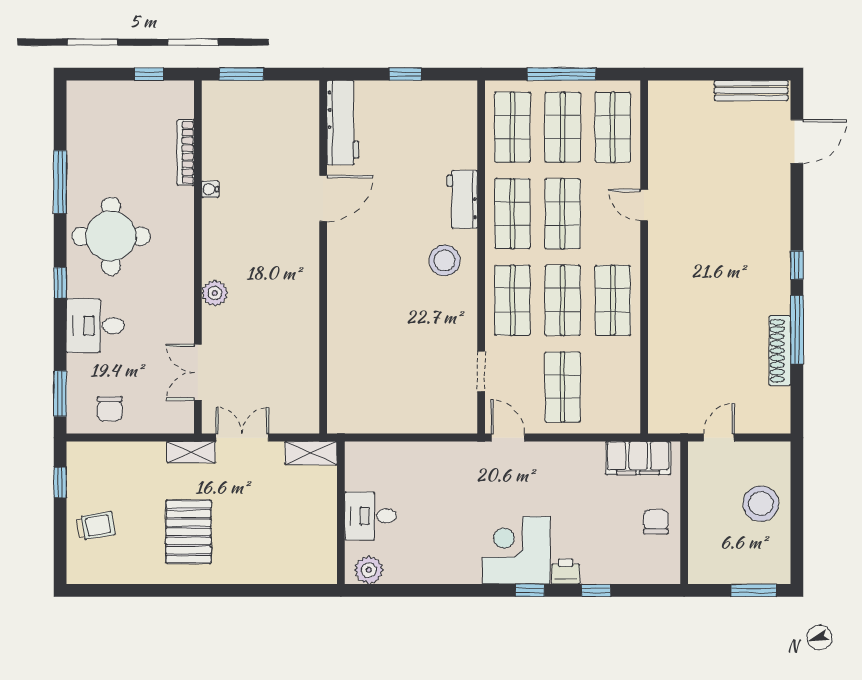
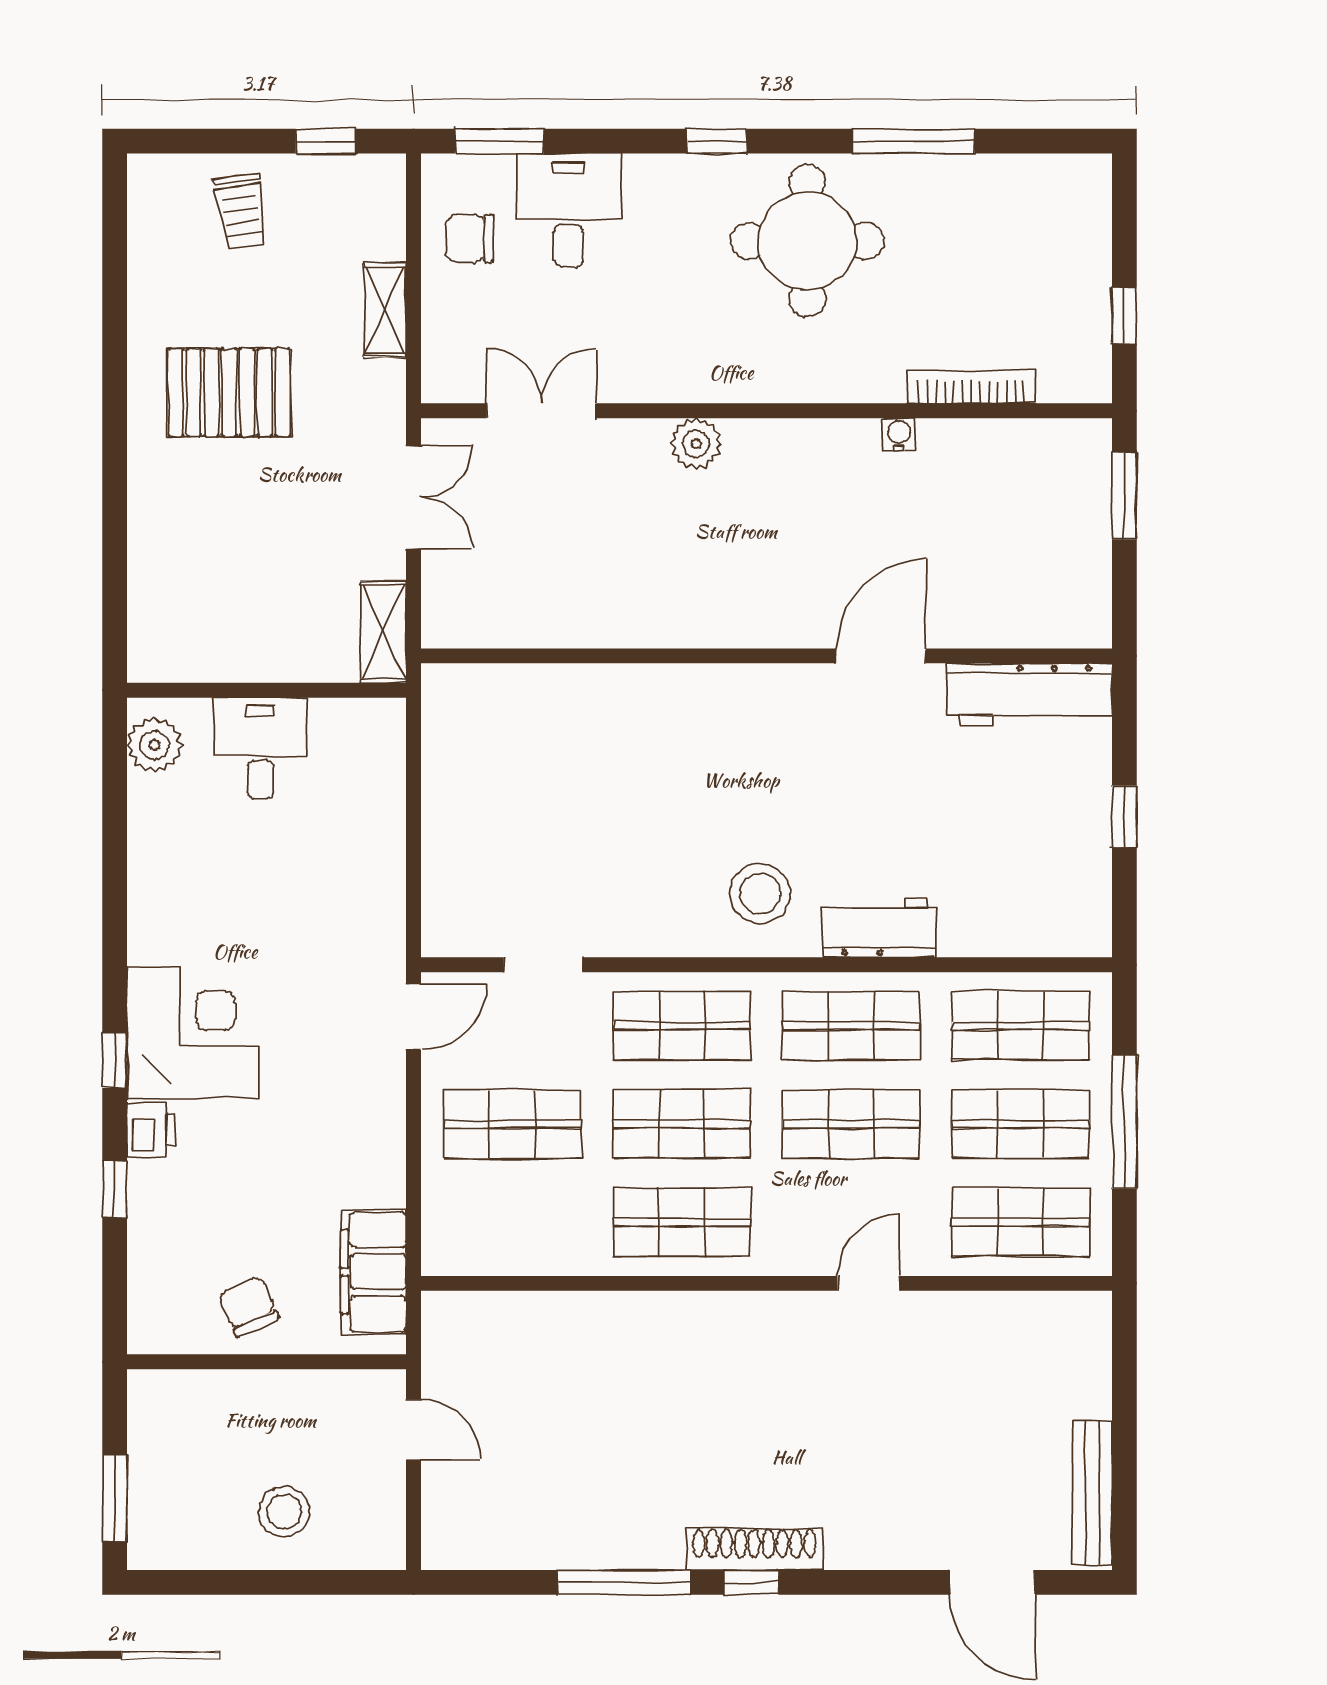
door: (323, 198) -> (881, 656), swing flipped
desk: (95, 326) -> (569, 210), moved
shoe rack: (780, 351) -> (754, 1549), moved
shelving: (191, 452) -> (385, 310), moved
stool: (761, 504) -> (284, 1512), width x0.73, depth x0.73
chair: (656, 522) -> (249, 1306), turned -114

